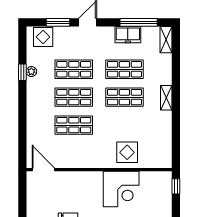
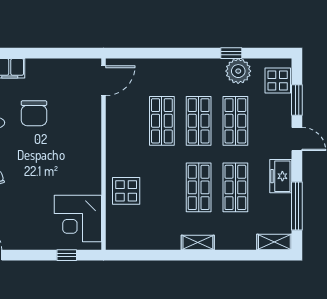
freezer: (128, 35) -> (281, 176), moved
plant: (31, 72) -> (238, 71), width x1.87, depth x1.87
window: (176, 186) -> (67, 255), moved
corner desk: (121, 189) -> (78, 218), moved

